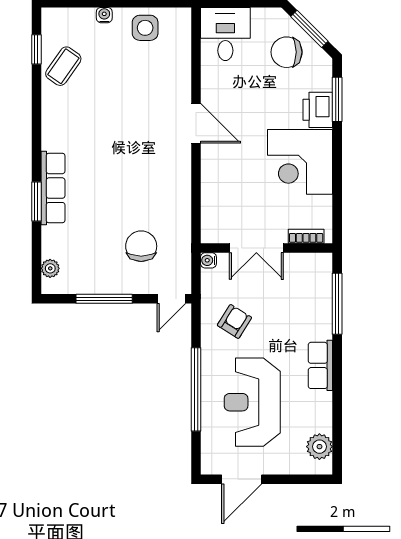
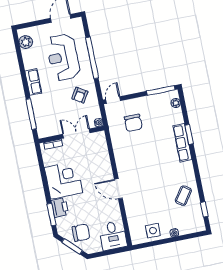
coffee table: (63, 66) -> (183, 196), moved
window: (104, 299) -> (161, 90), moved
reception desk: (252, 402) -> (63, 57), turned 180

